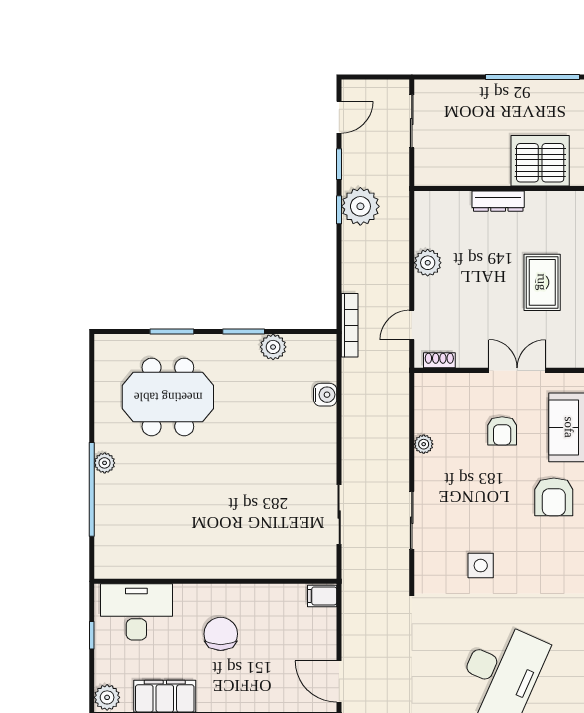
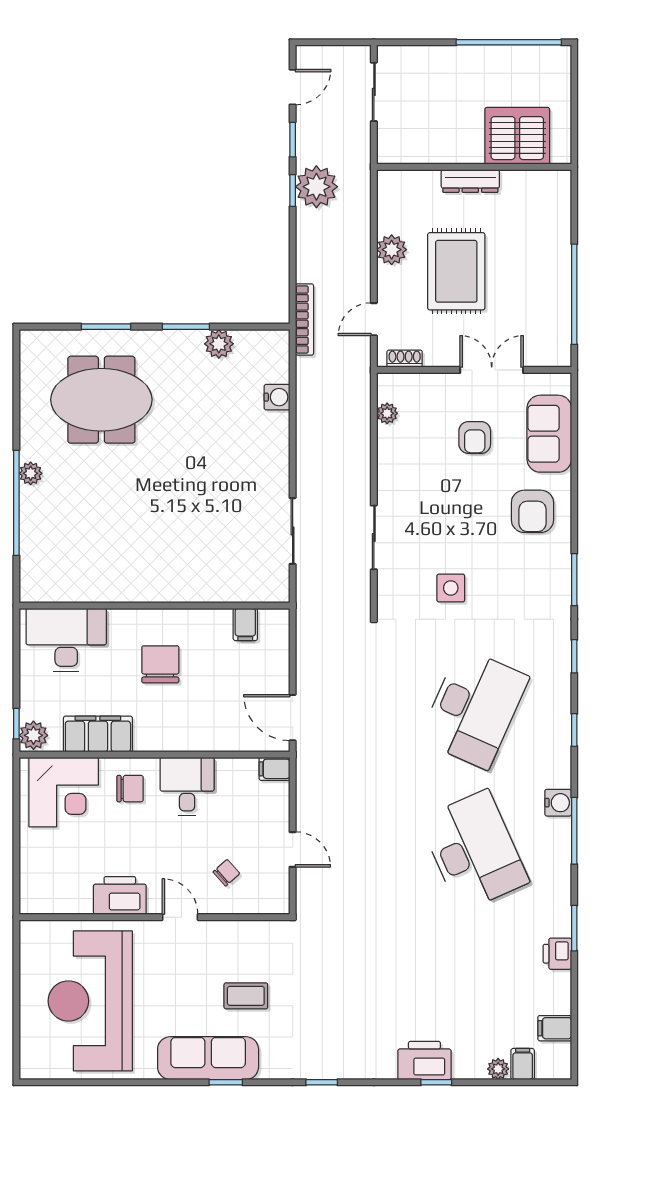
rug: (542, 282) -> (456, 271), moved, width x1.36, depth x1.43
plant: (424, 444) -> (387, 413), moved
filing cabinet: (322, 596) -> (245, 624), moved, turned -90
window: (92, 635) -> (16, 724), moved

